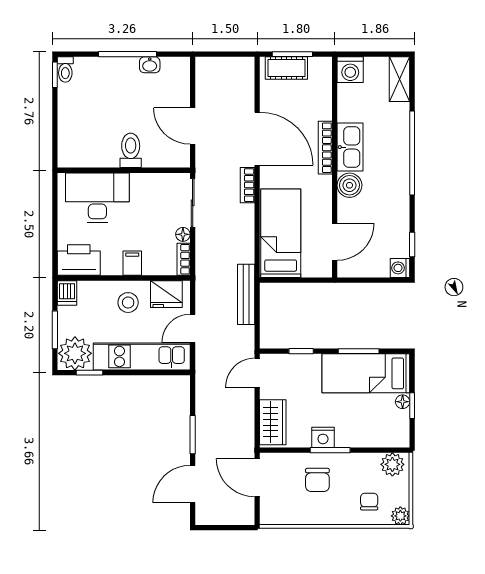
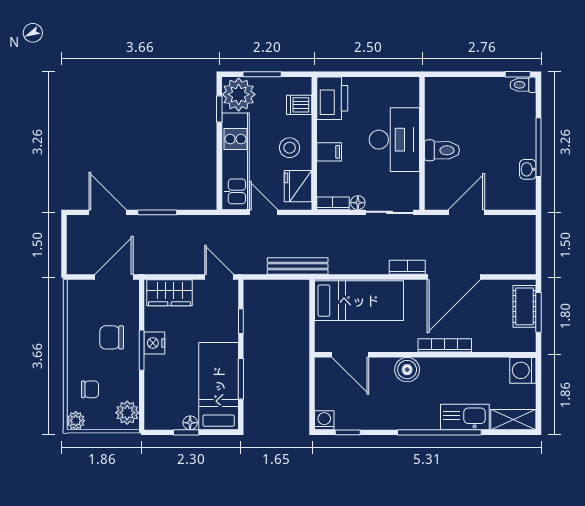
kitchen sink: (350, 147) -> (465, 417), moved, turned 180
desk: (97, 198) -> (394, 140), moved
dishwasher: (67, 293) -> (299, 105), moved

